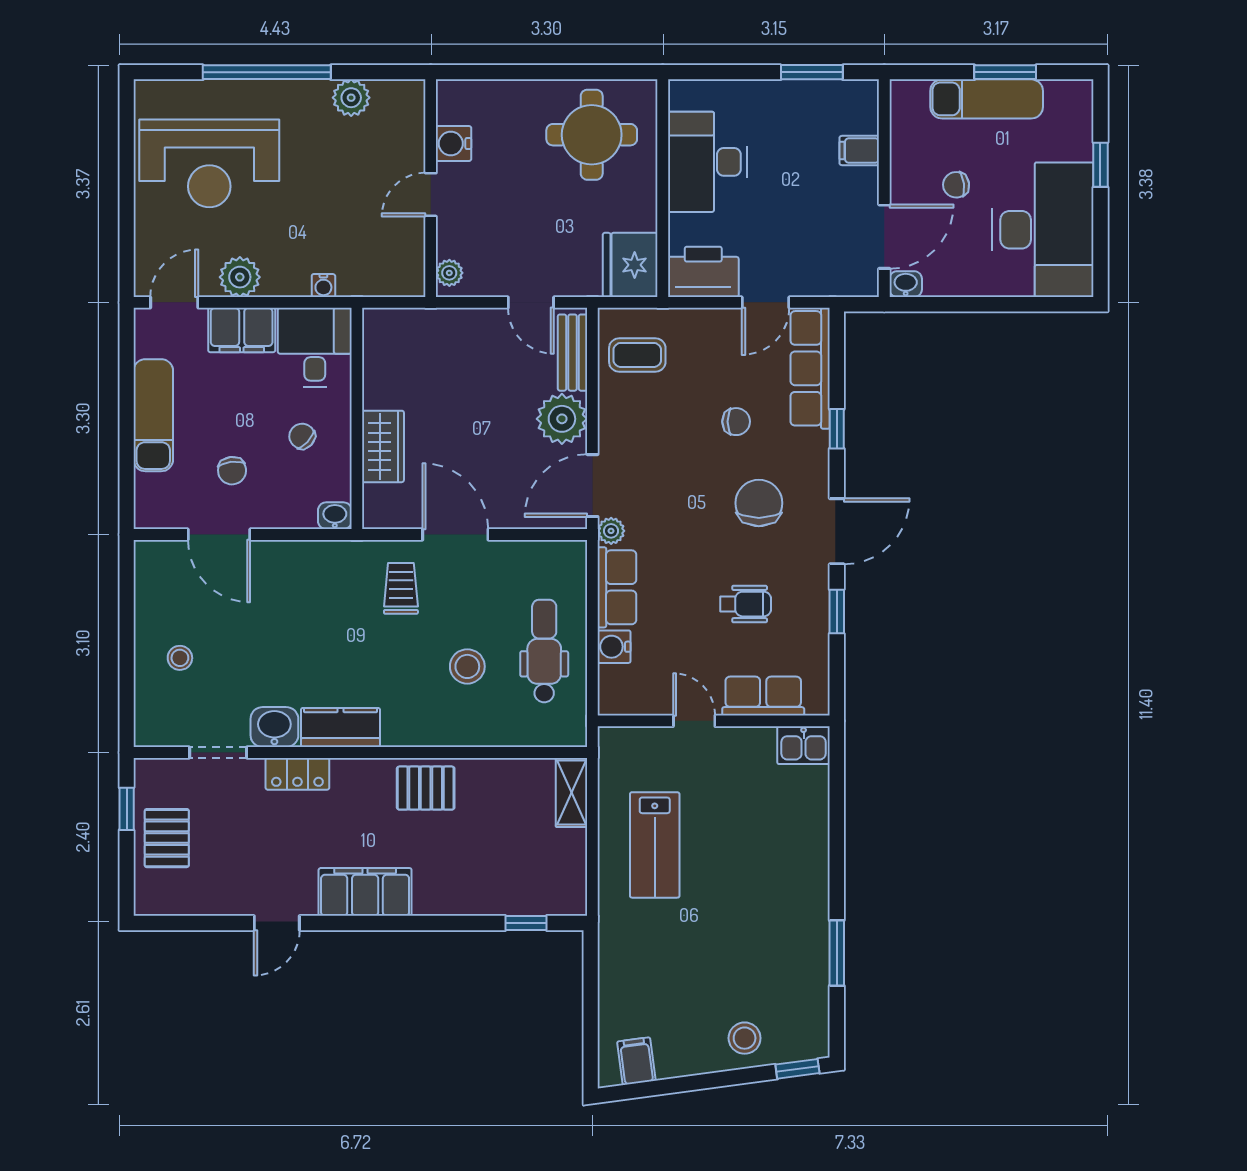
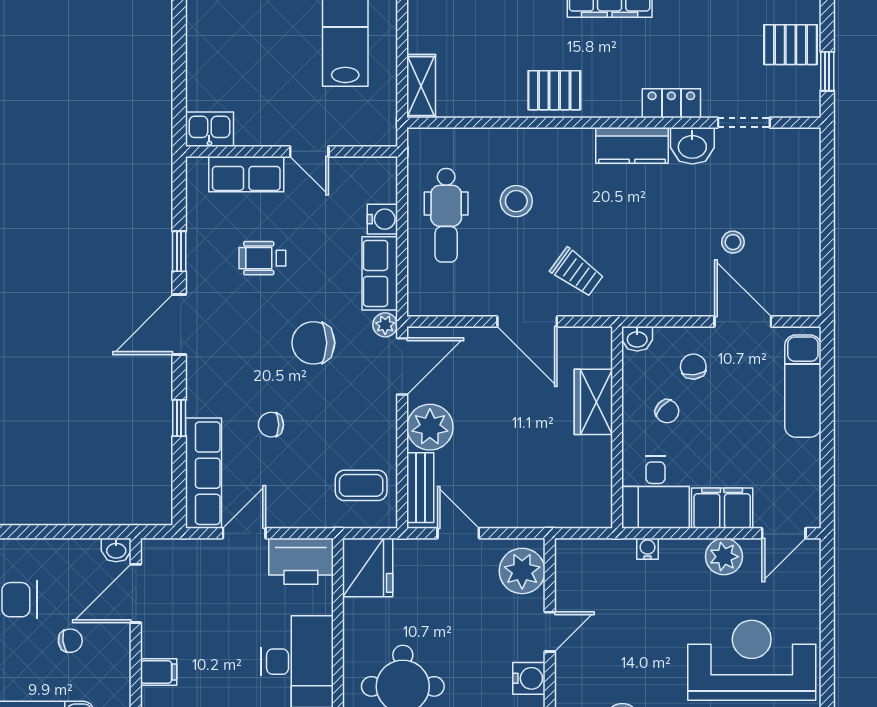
plant: (449, 273) -> (522, 571), width x1.87, depth x1.87
exam couch: (153, 415) -> (803, 386), moved
chair: (232, 471) -> (693, 367), moved
chair: (759, 503) -> (313, 343), moved, turned 90
trolley: (401, 588) -> (577, 272), turned -54
stool: (180, 658) -> (733, 242), moved
pallet: (167, 838) -> (791, 45), turned 90

